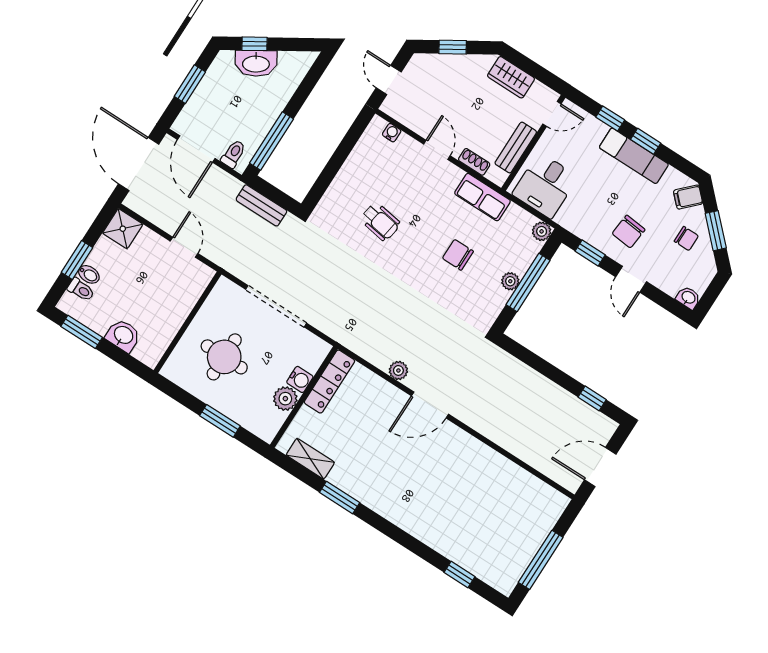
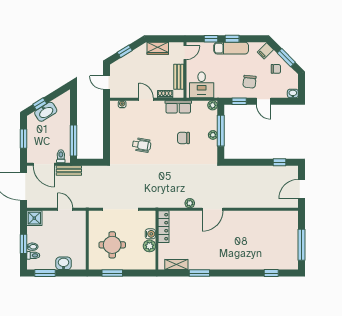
bench: (261, 205) -> (69, 170), moved
window: (220, 421) -> (112, 273), moved

